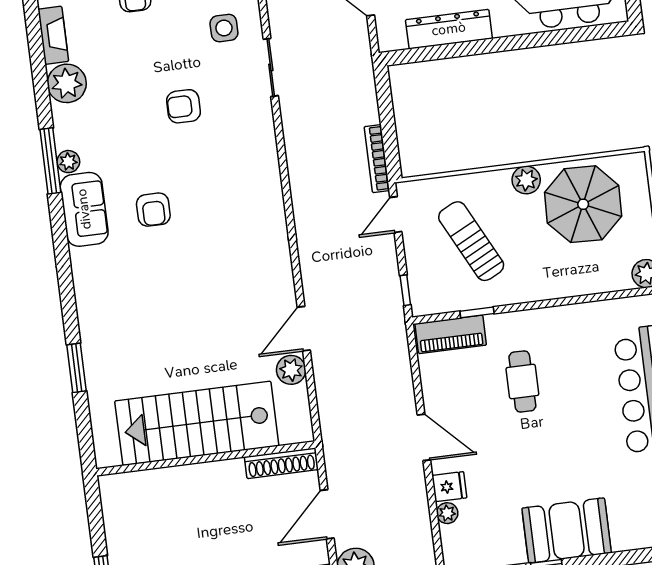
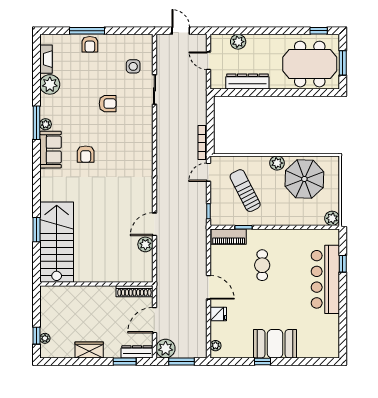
armchair: (184, 106) -> (108, 104), turned 180
stairs: (197, 423) -> (57, 242), moved, turned 90
plant: (447, 513) -> (215, 346), moved

